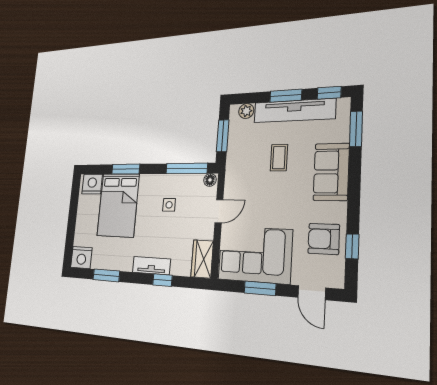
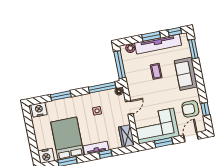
window: (223, 136) -> (120, 65), width x1.44
bed: (118, 205) -> (67, 139), moved, turned 180
door: (312, 293) -> (191, 137), swing flipped

